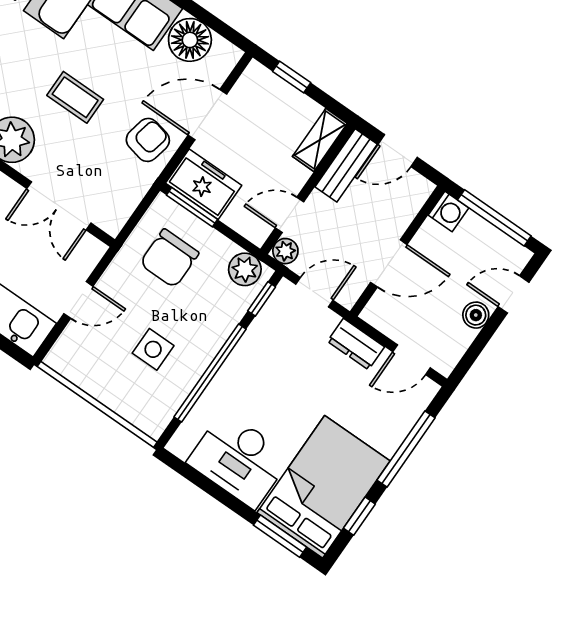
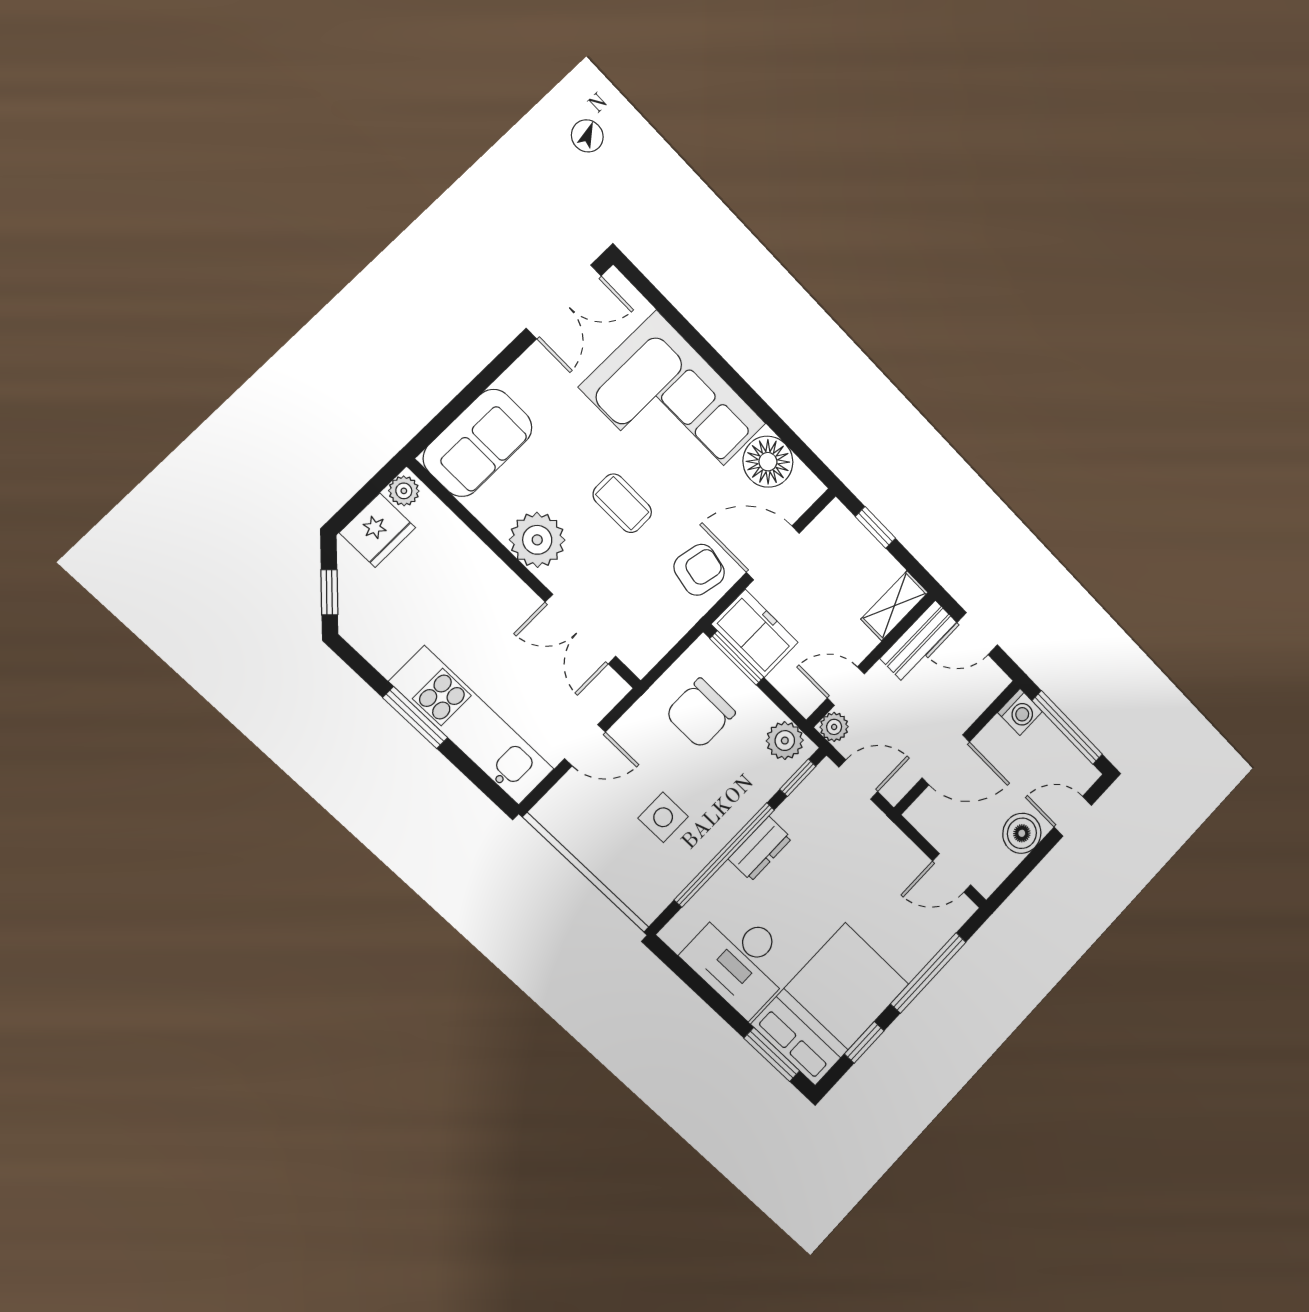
boiler: (476, 315) -> (1022, 833), width x1.36, depth x1.36
dresser: (356, 344) -> (760, 849), moved, turned -90

